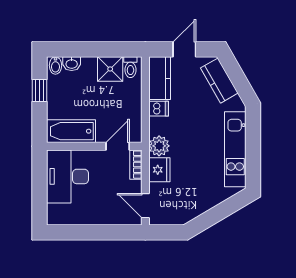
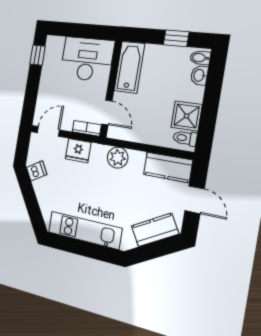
dishwasher: (159, 109) -> (37, 171), moved, turned -121
plant: (159, 146) -> (118, 158), moved
window: (69, 232) -> (38, 55), added

